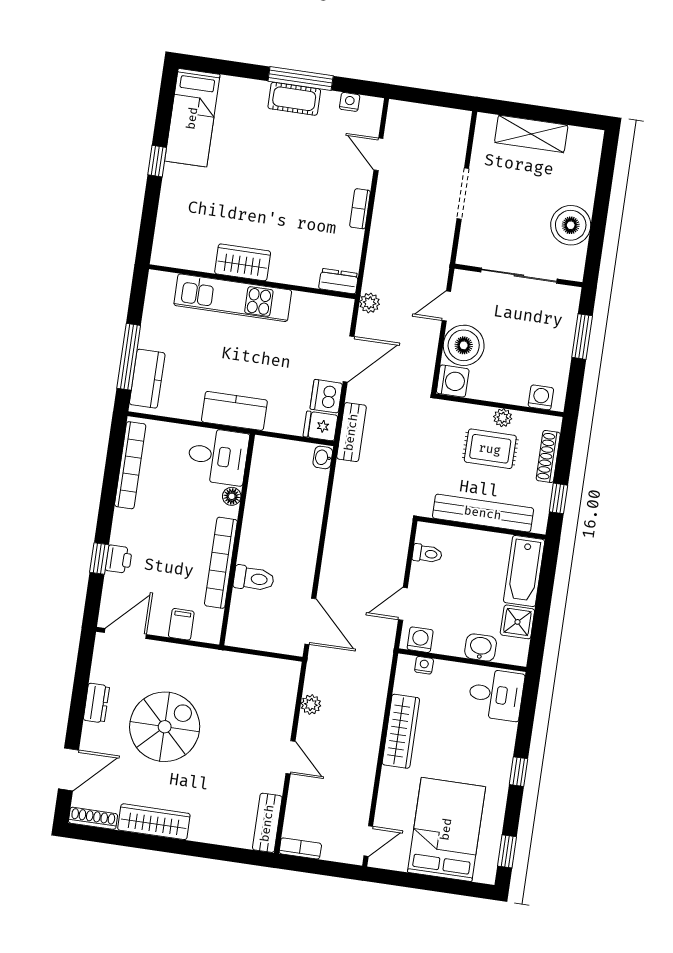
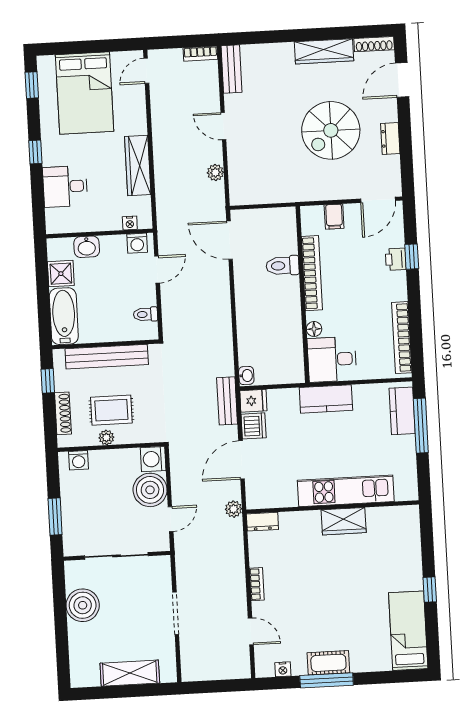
desk: (496, 695) -> (65, 186), moved

